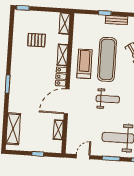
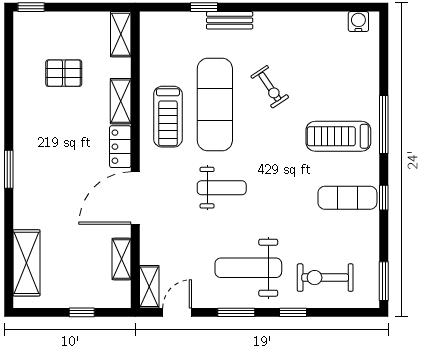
treadmill: (84, 64) -> (168, 117), turned 180
shelving: (71, 144) -> (149, 287), added

